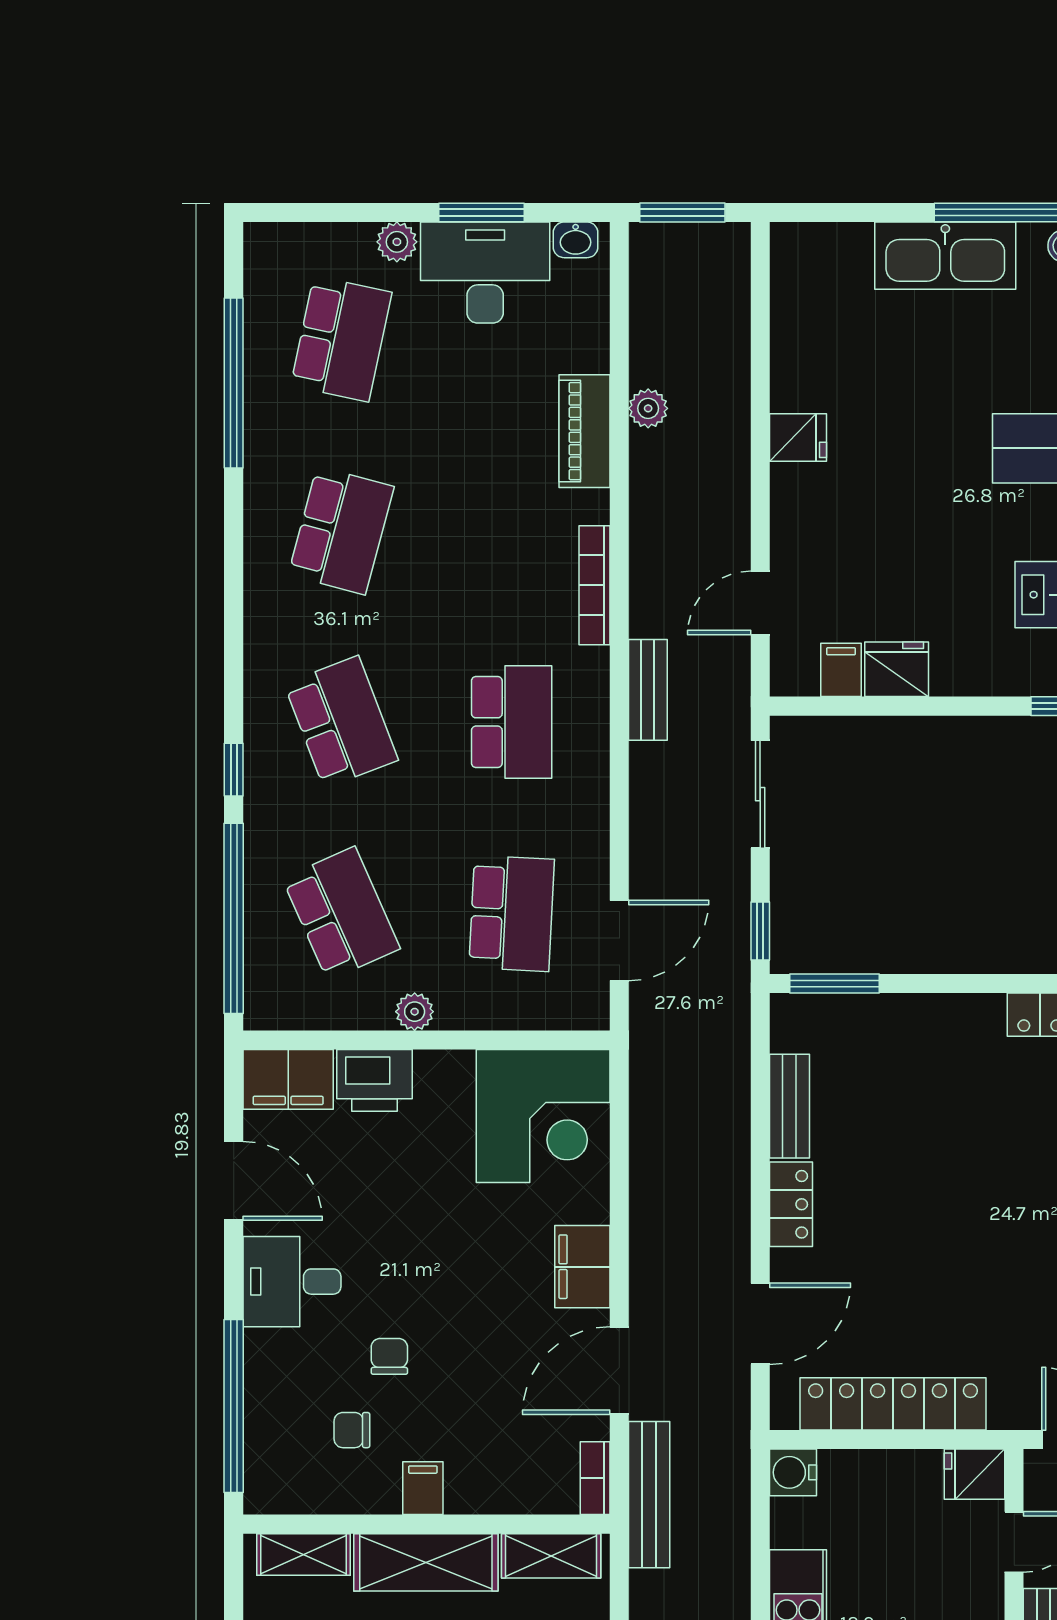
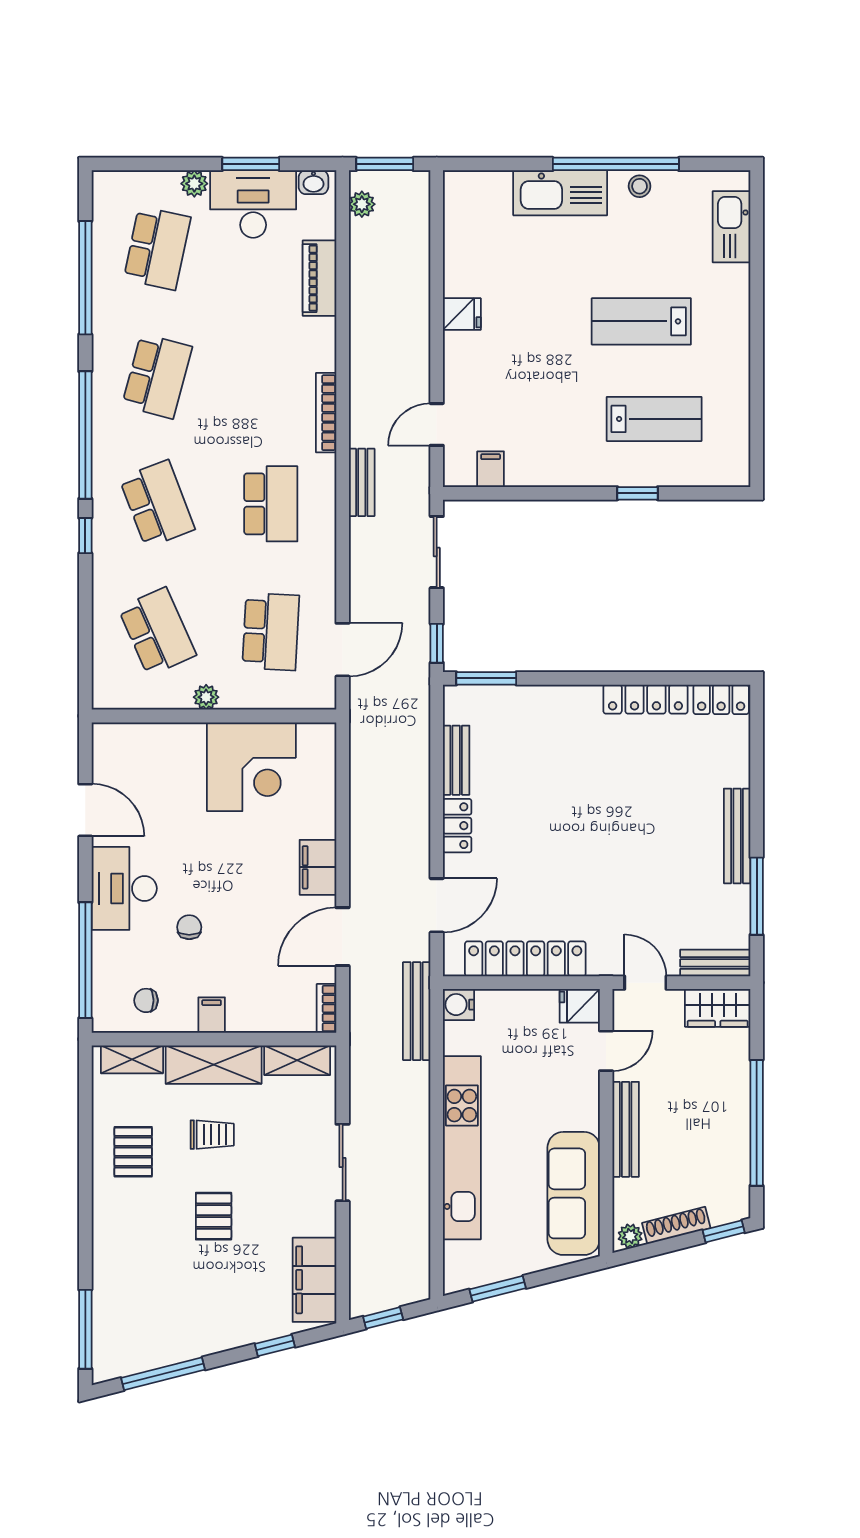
plant: (648, 408) -> (362, 204), moved
piano: (584, 431) -> (319, 278), moved
fridge: (897, 669) -> (528, 469), removed
window: (234, 918) -> (85, 435), moved
filing cabinet: (288, 1079) -> (122, 742), removed
printer: (375, 1080) -> (179, 743), removed
corner desk: (543, 1116) -> (251, 767), moved
desk: (292, 1282) -> (124, 888), width x1.37
chair: (352, 1430) -> (146, 1000), moved
bench: (649, 1495) -> (417, 1011), moved

